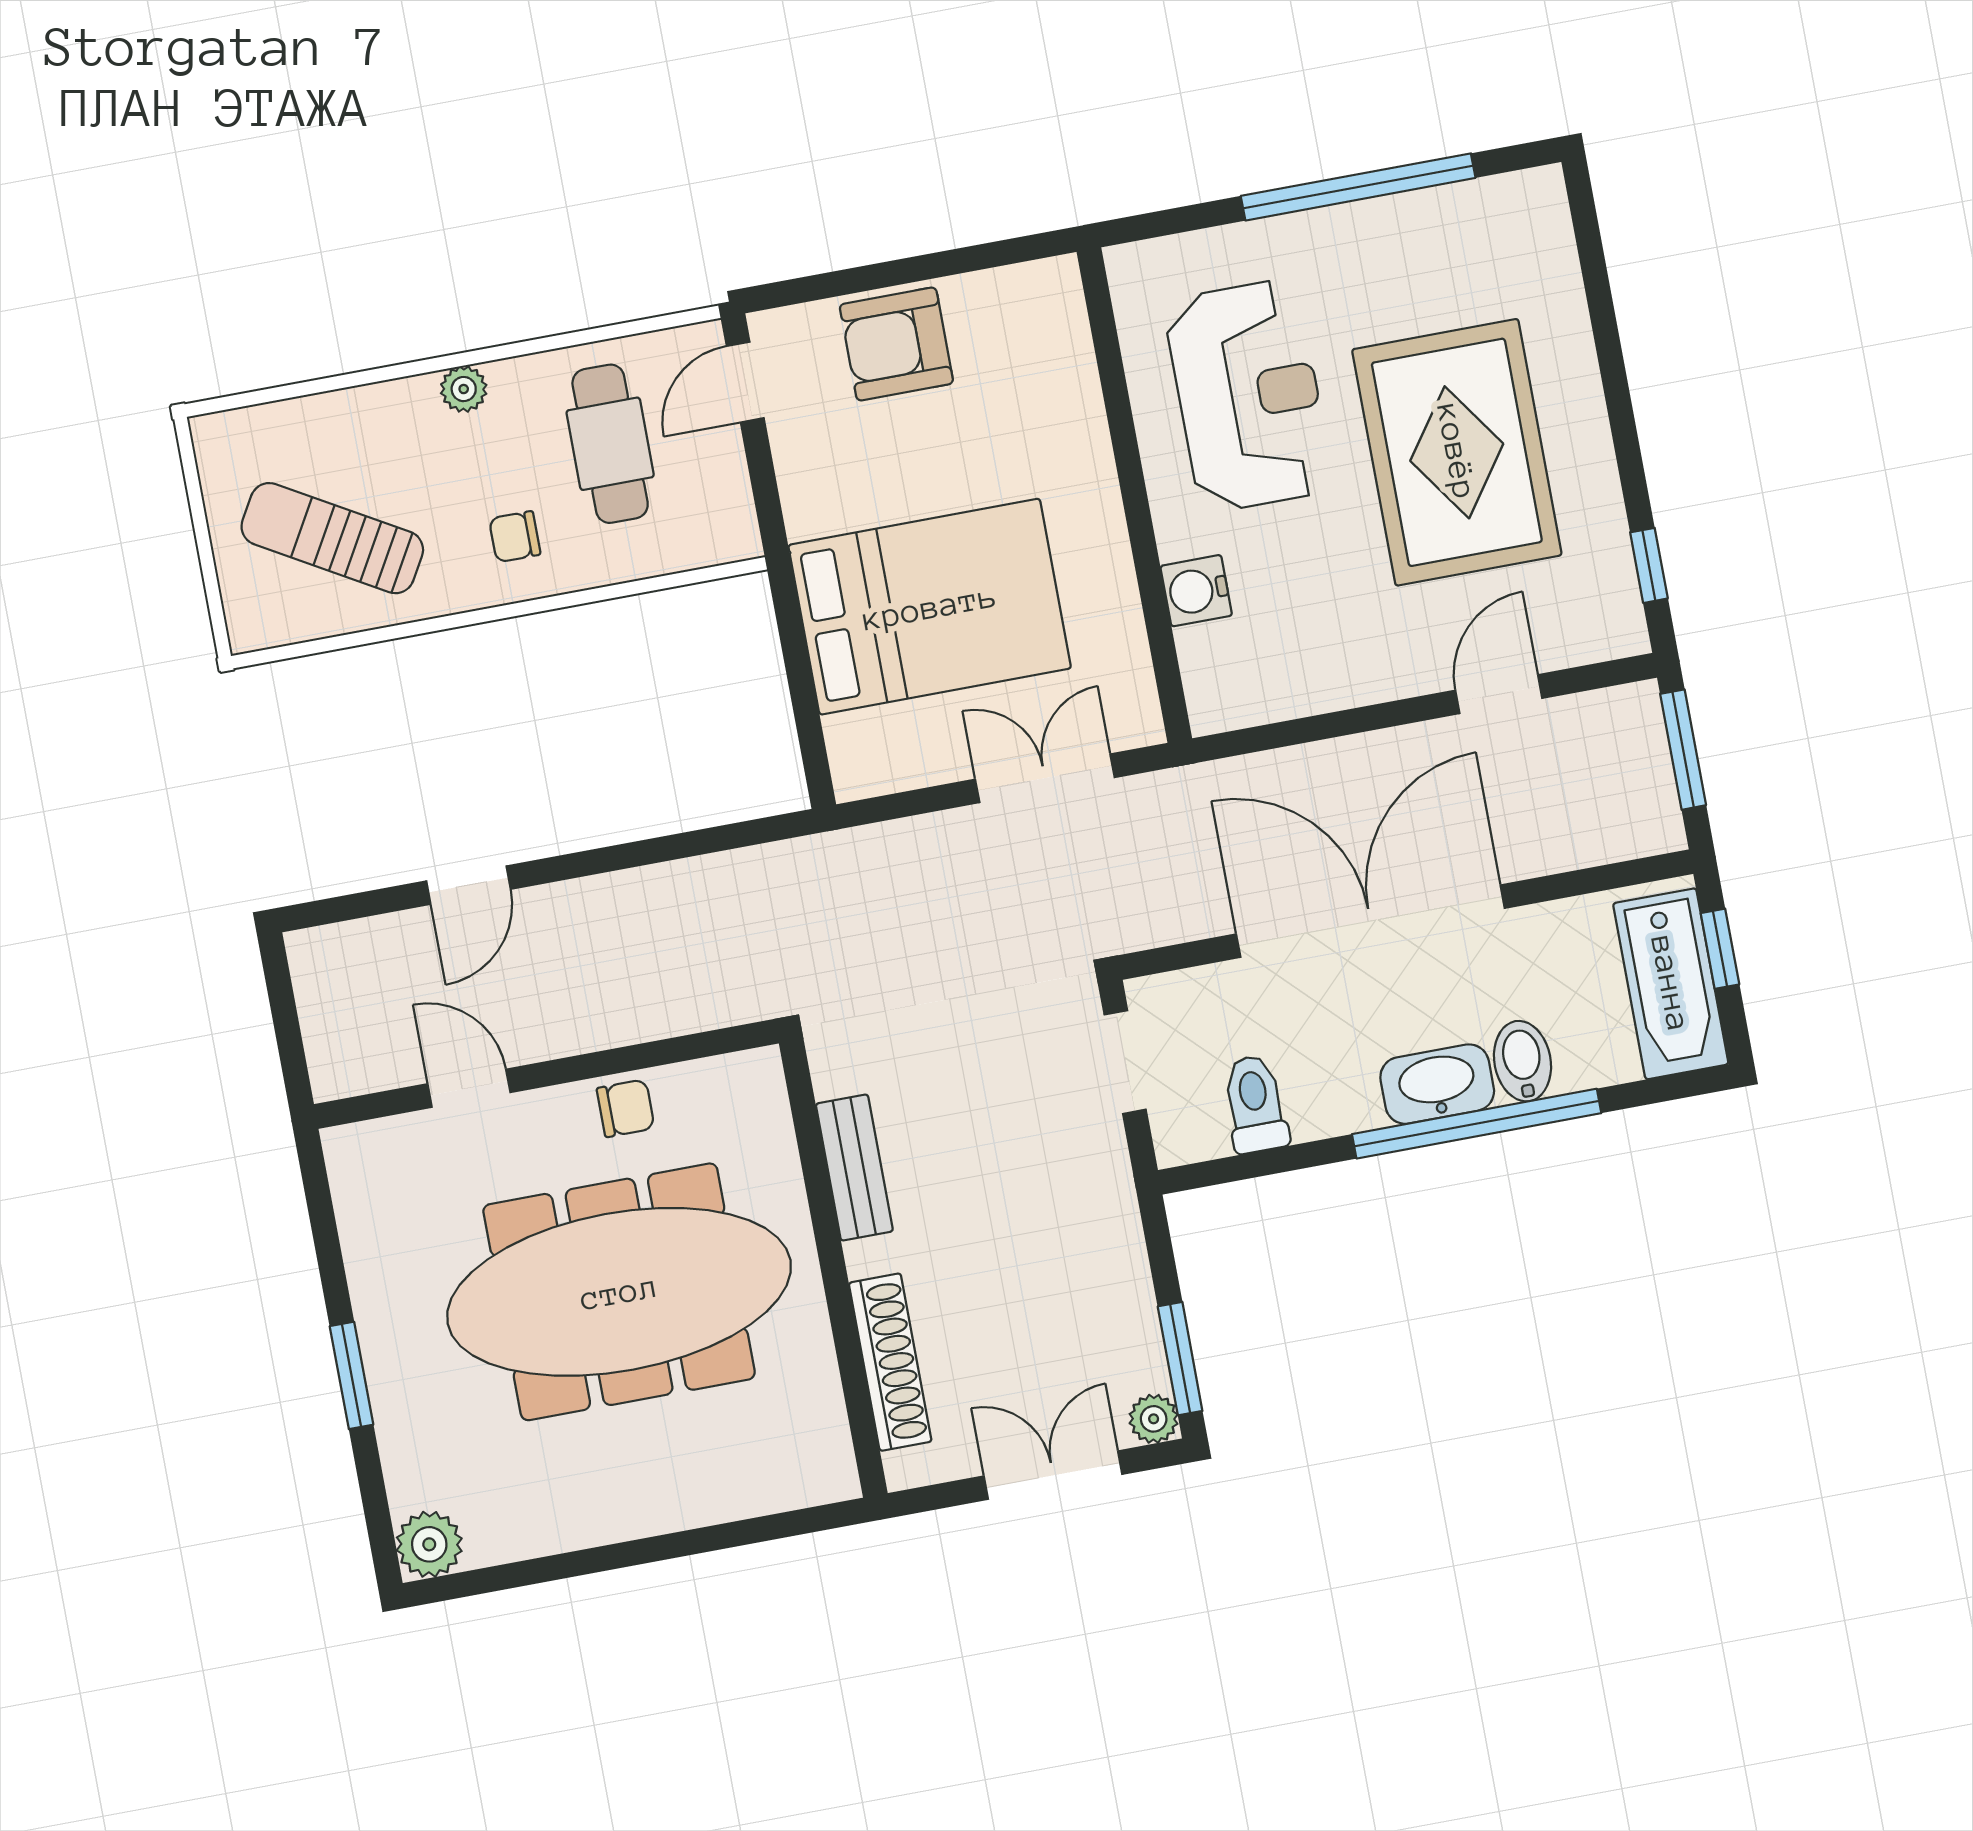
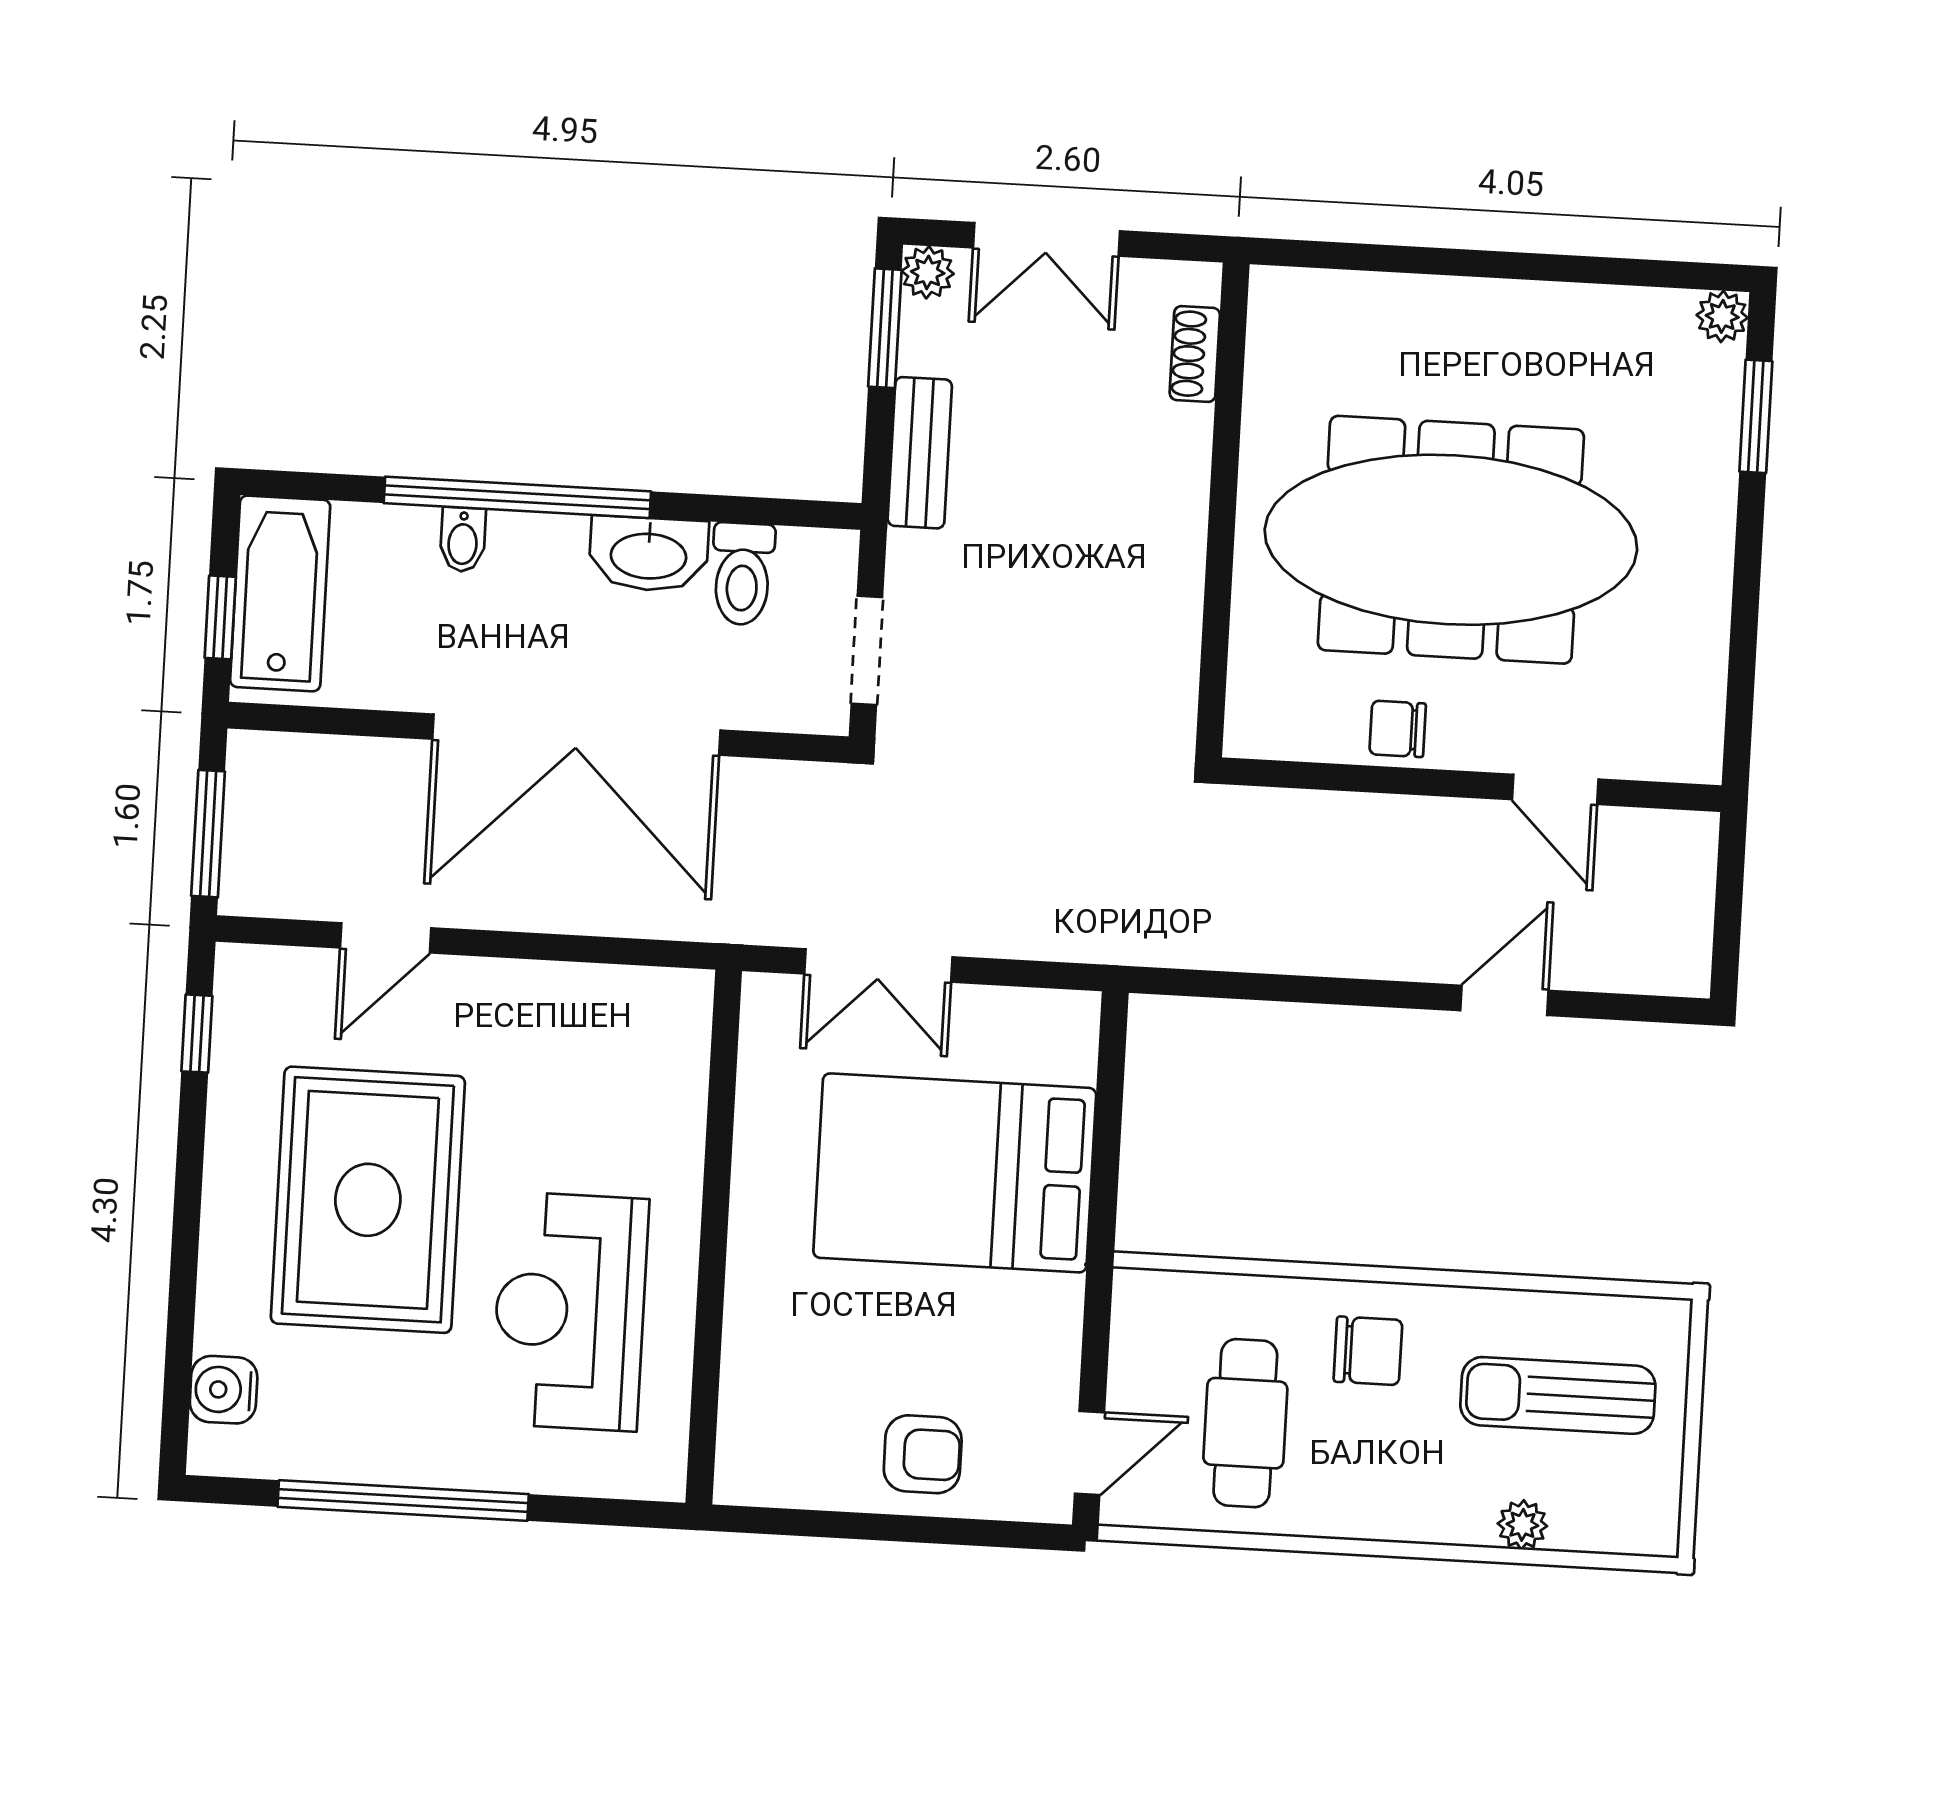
armchair: (896, 344) -> (923, 1454), width x0.72, depth x0.72
plant: (464, 389) -> (1522, 1525), moved
chair: (515, 537) -> (1368, 1351), width x1.37, depth x1.37
sun lounger: (332, 538) -> (1558, 1395), turned 150
water cooler: (1196, 591) -> (224, 1390), moved, turned 180
bidet: (1522, 1061) -> (463, 540), width x0.72, depth x0.74
washbasin: (1437, 1084) -> (649, 554), moved
bench: (854, 1168) -> (920, 453), moved
shoe rack: (890, 1362) -> (1195, 354), width x0.51, depth x0.81
window: (352, 1375) -> (1756, 416), moved
plant: (429, 1544) -> (1722, 316), width x0.73, depth x0.73

